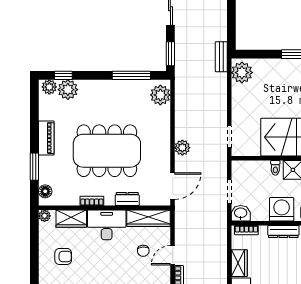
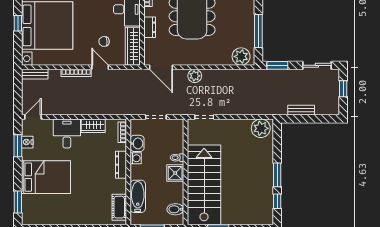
bench: (221, 57) -> (301, 110), moved
washing machine: (282, 209) -> (136, 158), width x0.53, depth x0.53
washbasin: (241, 213) -> (137, 143), moved

